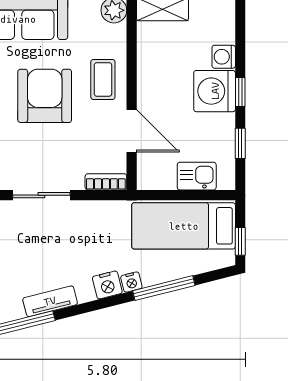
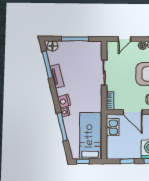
door: (132, 131) -> (133, 112), hinge flipped
kitchen sink: (197, 176) -> (113, 127), moved

